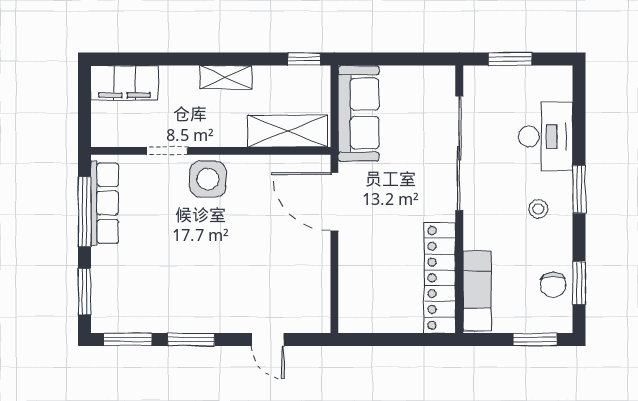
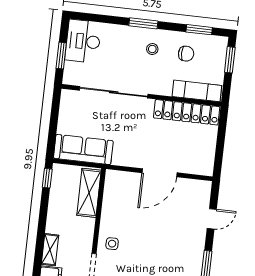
shelving: (226, 77) -> (50, 250), moved
desk: (546, 137) -> (83, 41), moved, turned -90
side table: (208, 179) -> (112, 244), width x0.54, depth x0.54
door: (334, 202) -> (160, 173), moved
chair: (553, 285) -> (186, 54), moved

